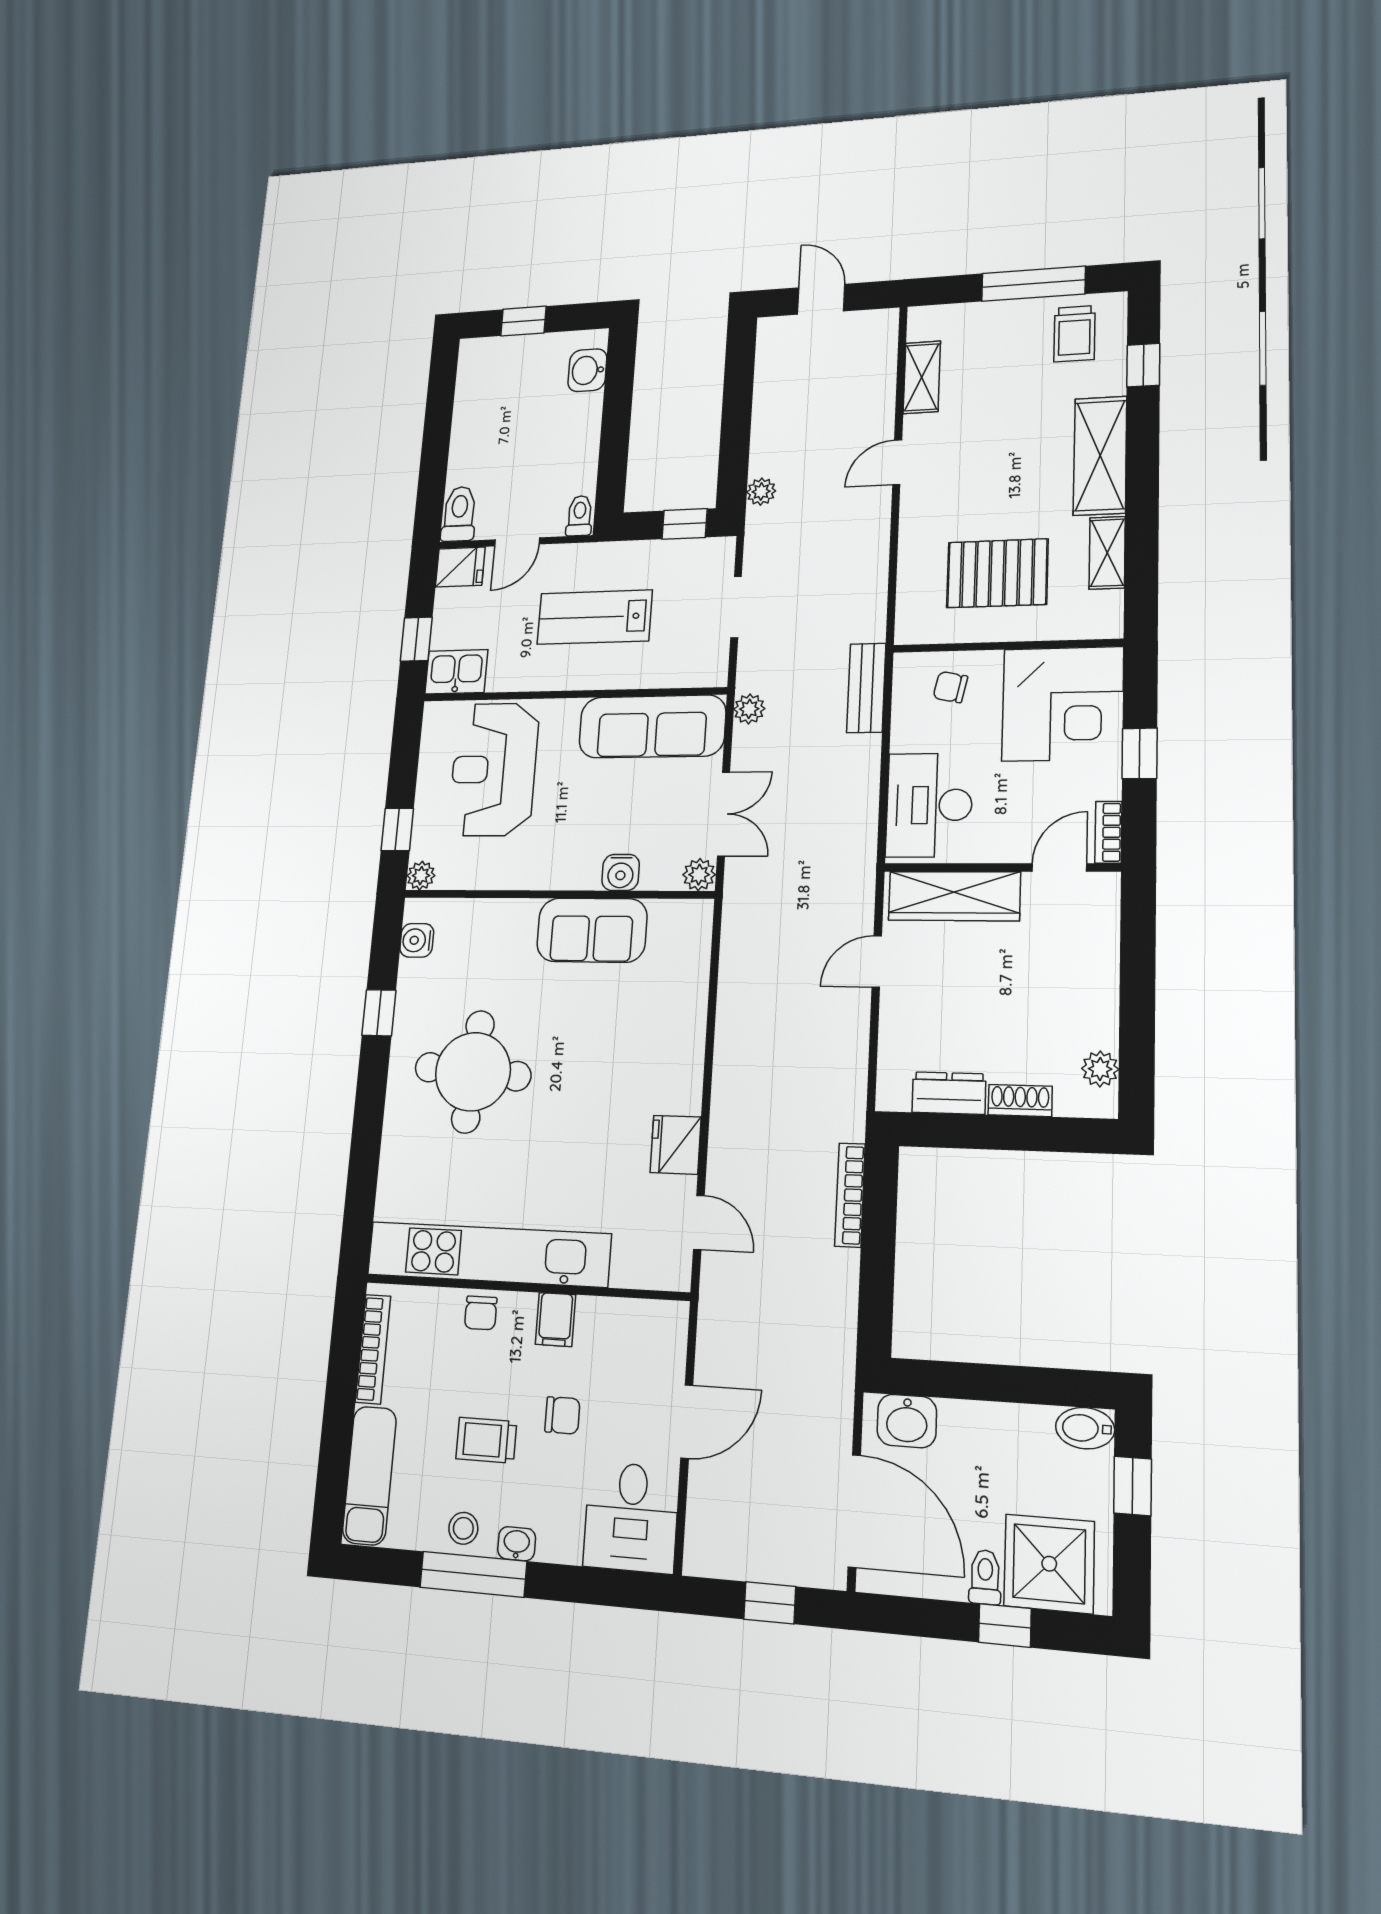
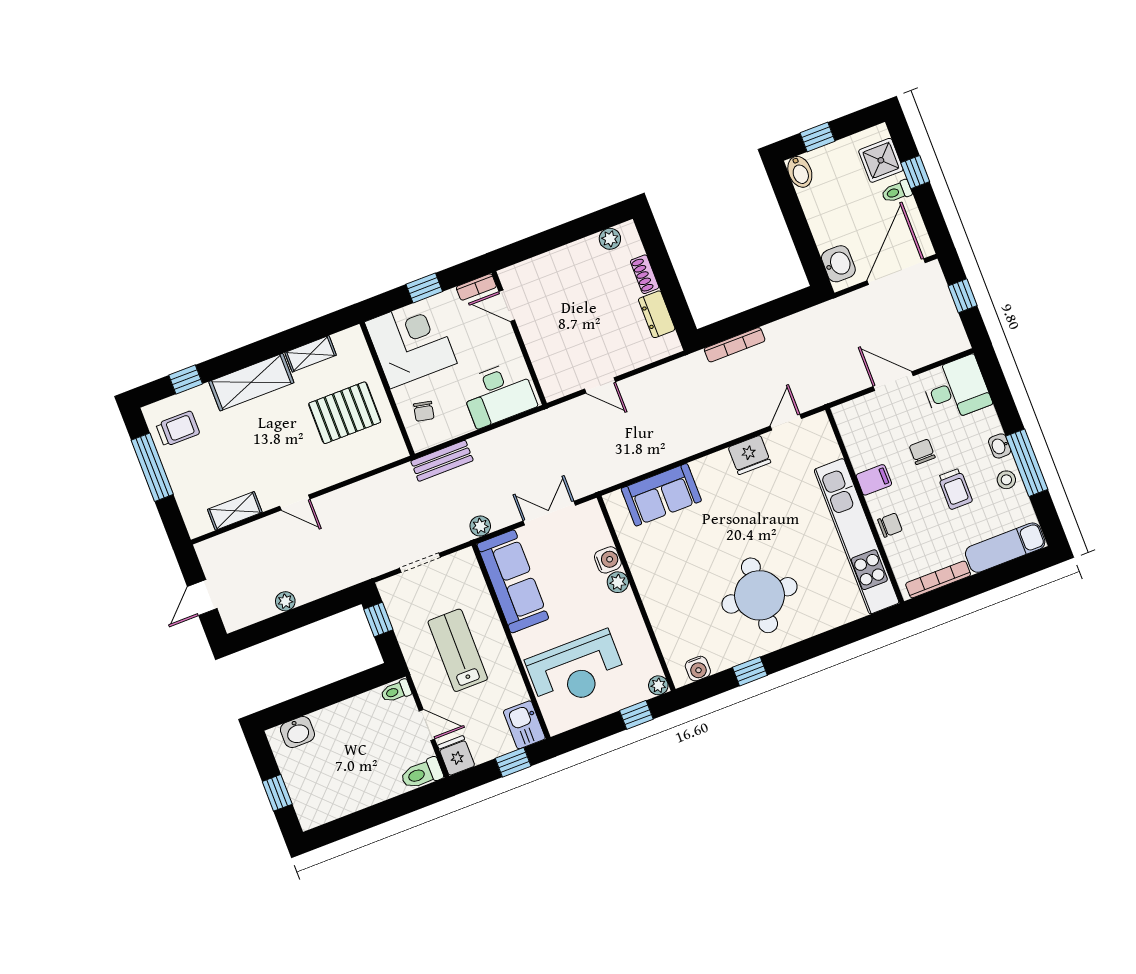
plant: (761, 492) -> (285, 601), moved
pallet: (997, 573) -> (345, 413), turned 90
lab bench: (595, 617) -> (458, 650), turned 180
plant: (699, 875) -> (618, 582), moved
wardrobe: (954, 896) -> (546, 358), removed
sofa: (592, 930) -> (661, 495), moved, turned 90
shower: (1049, 1564) -> (881, 160), width x0.73, depth x0.73

